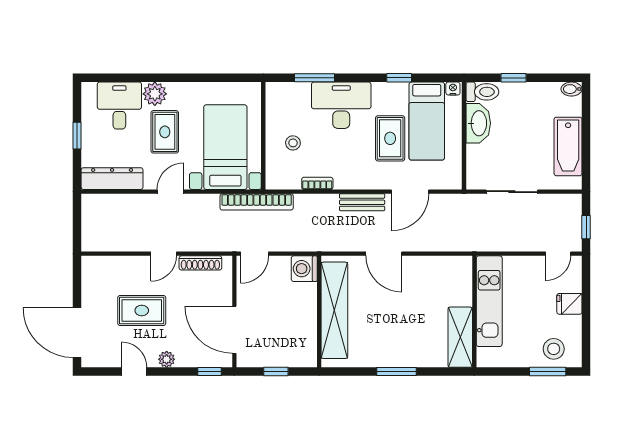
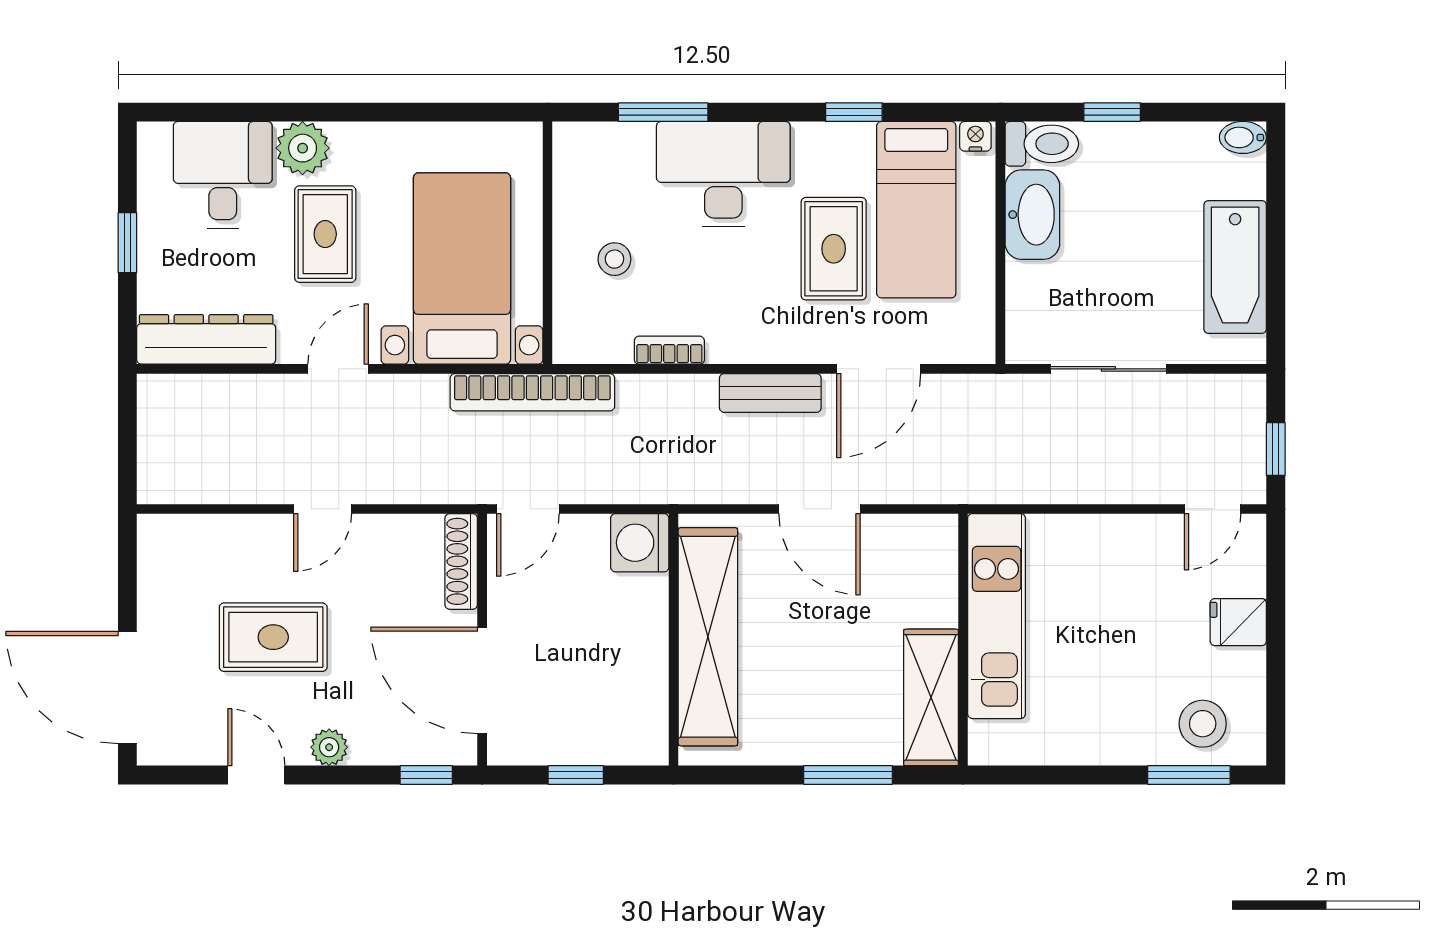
shoe rack: (200, 263) -> (461, 561), moved, turned 90
kitchen unit: (489, 301) -> (997, 616), moved
wall: (474, 312) -> (963, 640), moved
shelving: (460, 337) -> (931, 697), moved

